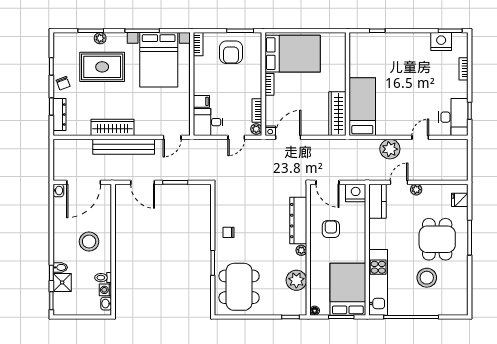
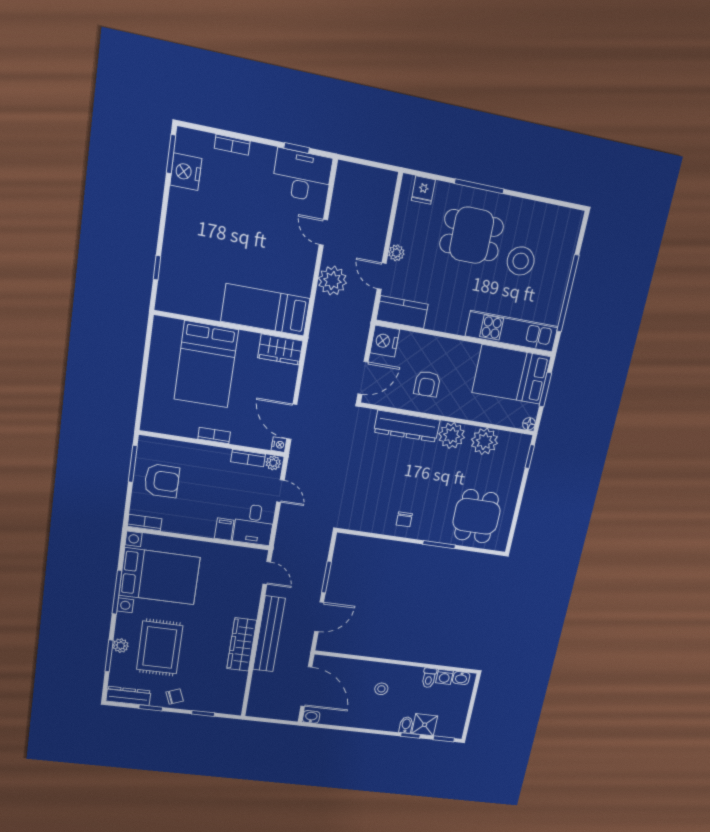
bed: (293, 54) -> (206, 365), moved, turned 180
wardrobe: (337, 114) -> (280, 349), width x0.67
dresser: (59, 115) -> (128, 696), moved
armchair: (331, 229) -> (427, 384), turned -90
stool: (89, 242) -> (381, 689), width x0.53, depth x0.53
plant: (301, 250) -> (452, 436), width x1.88, depth x1.88
dining table: (239, 287) -> (476, 516), width x0.73

